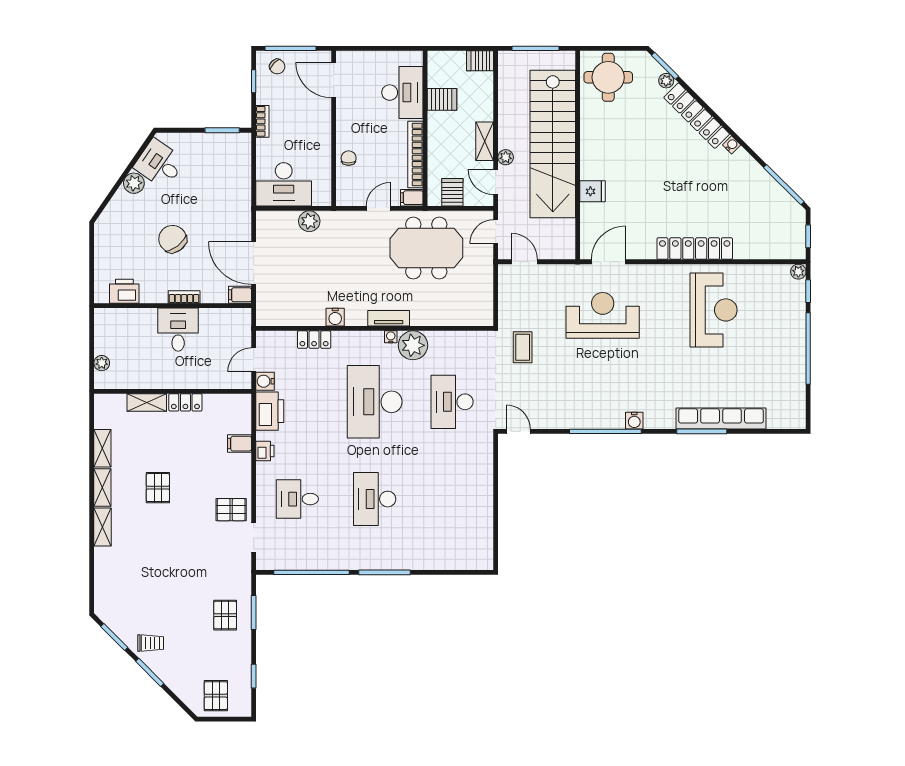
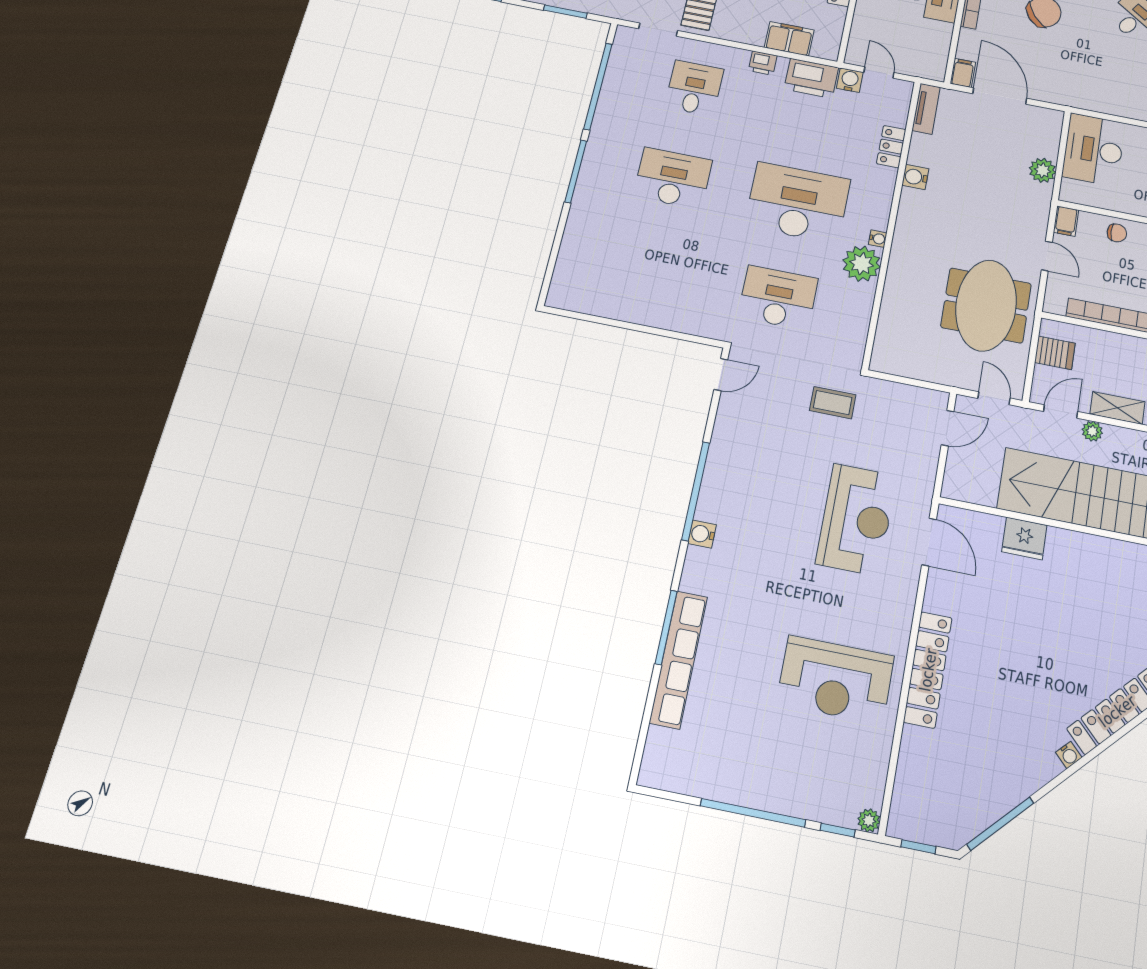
fridge: (592, 191) -> (1024, 538), width x1.38
filing cabinet: (412, 198) -> (1066, 221), moved, turned 180
door: (254, 263) -> (1000, 96), hinge flipped
tv unit: (389, 318) -> (926, 109), moved
filing cabinet: (239, 444) -> (789, 39), width x2.00

